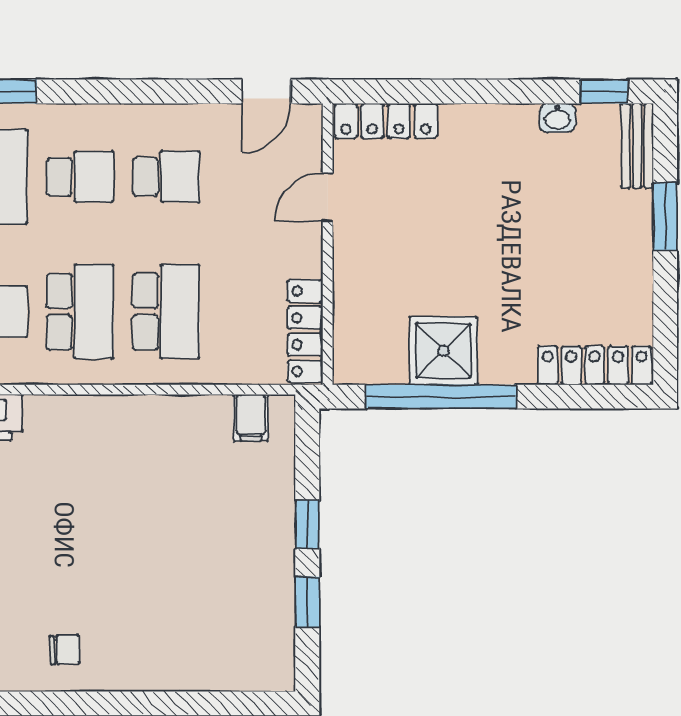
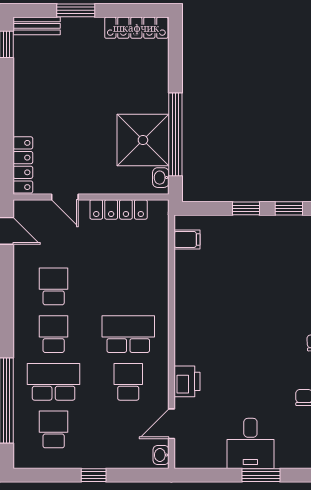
washbasin: (557, 118) -> (161, 178), moved, turned 180
school desk: (166, 312) -> (128, 286), removed
locker: (305, 331) -> (119, 209), moved
shower: (443, 351) -> (143, 140), width x1.37, depth x1.37
locker: (595, 365) -> (136, 28), moved, turned -90

